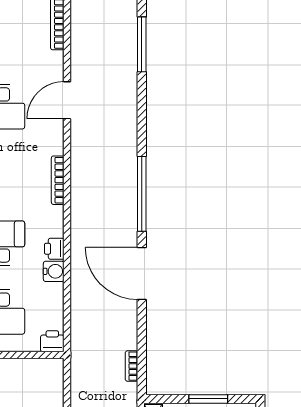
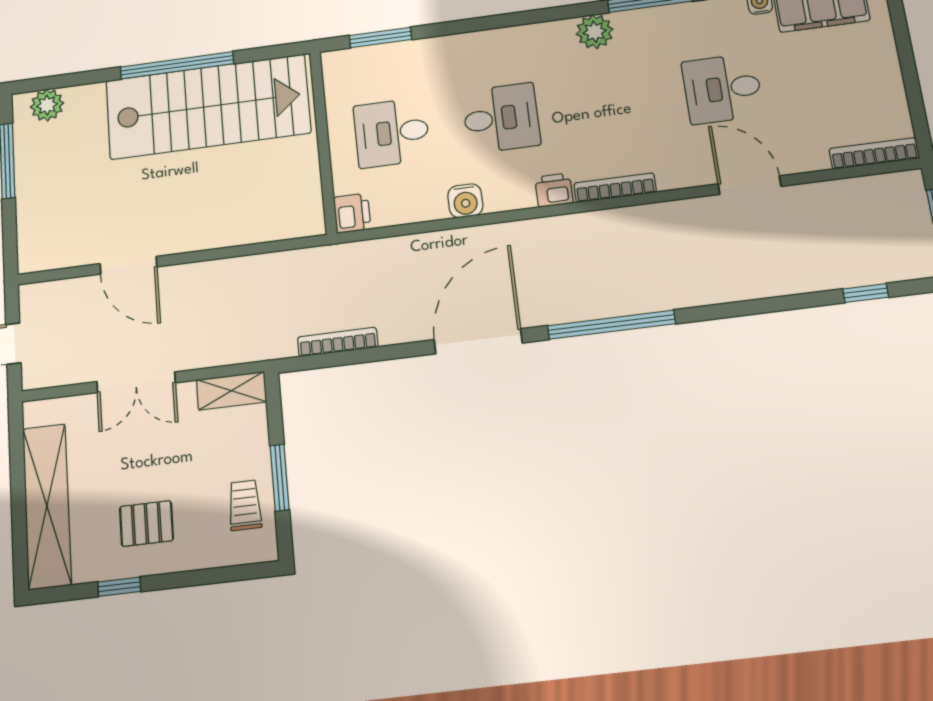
window: (142, 44) -> (866, 293), width x0.46
printer: (54, 249) -> (554, 190), moved
bookcase: (131, 366) -> (338, 342), width x1.56

